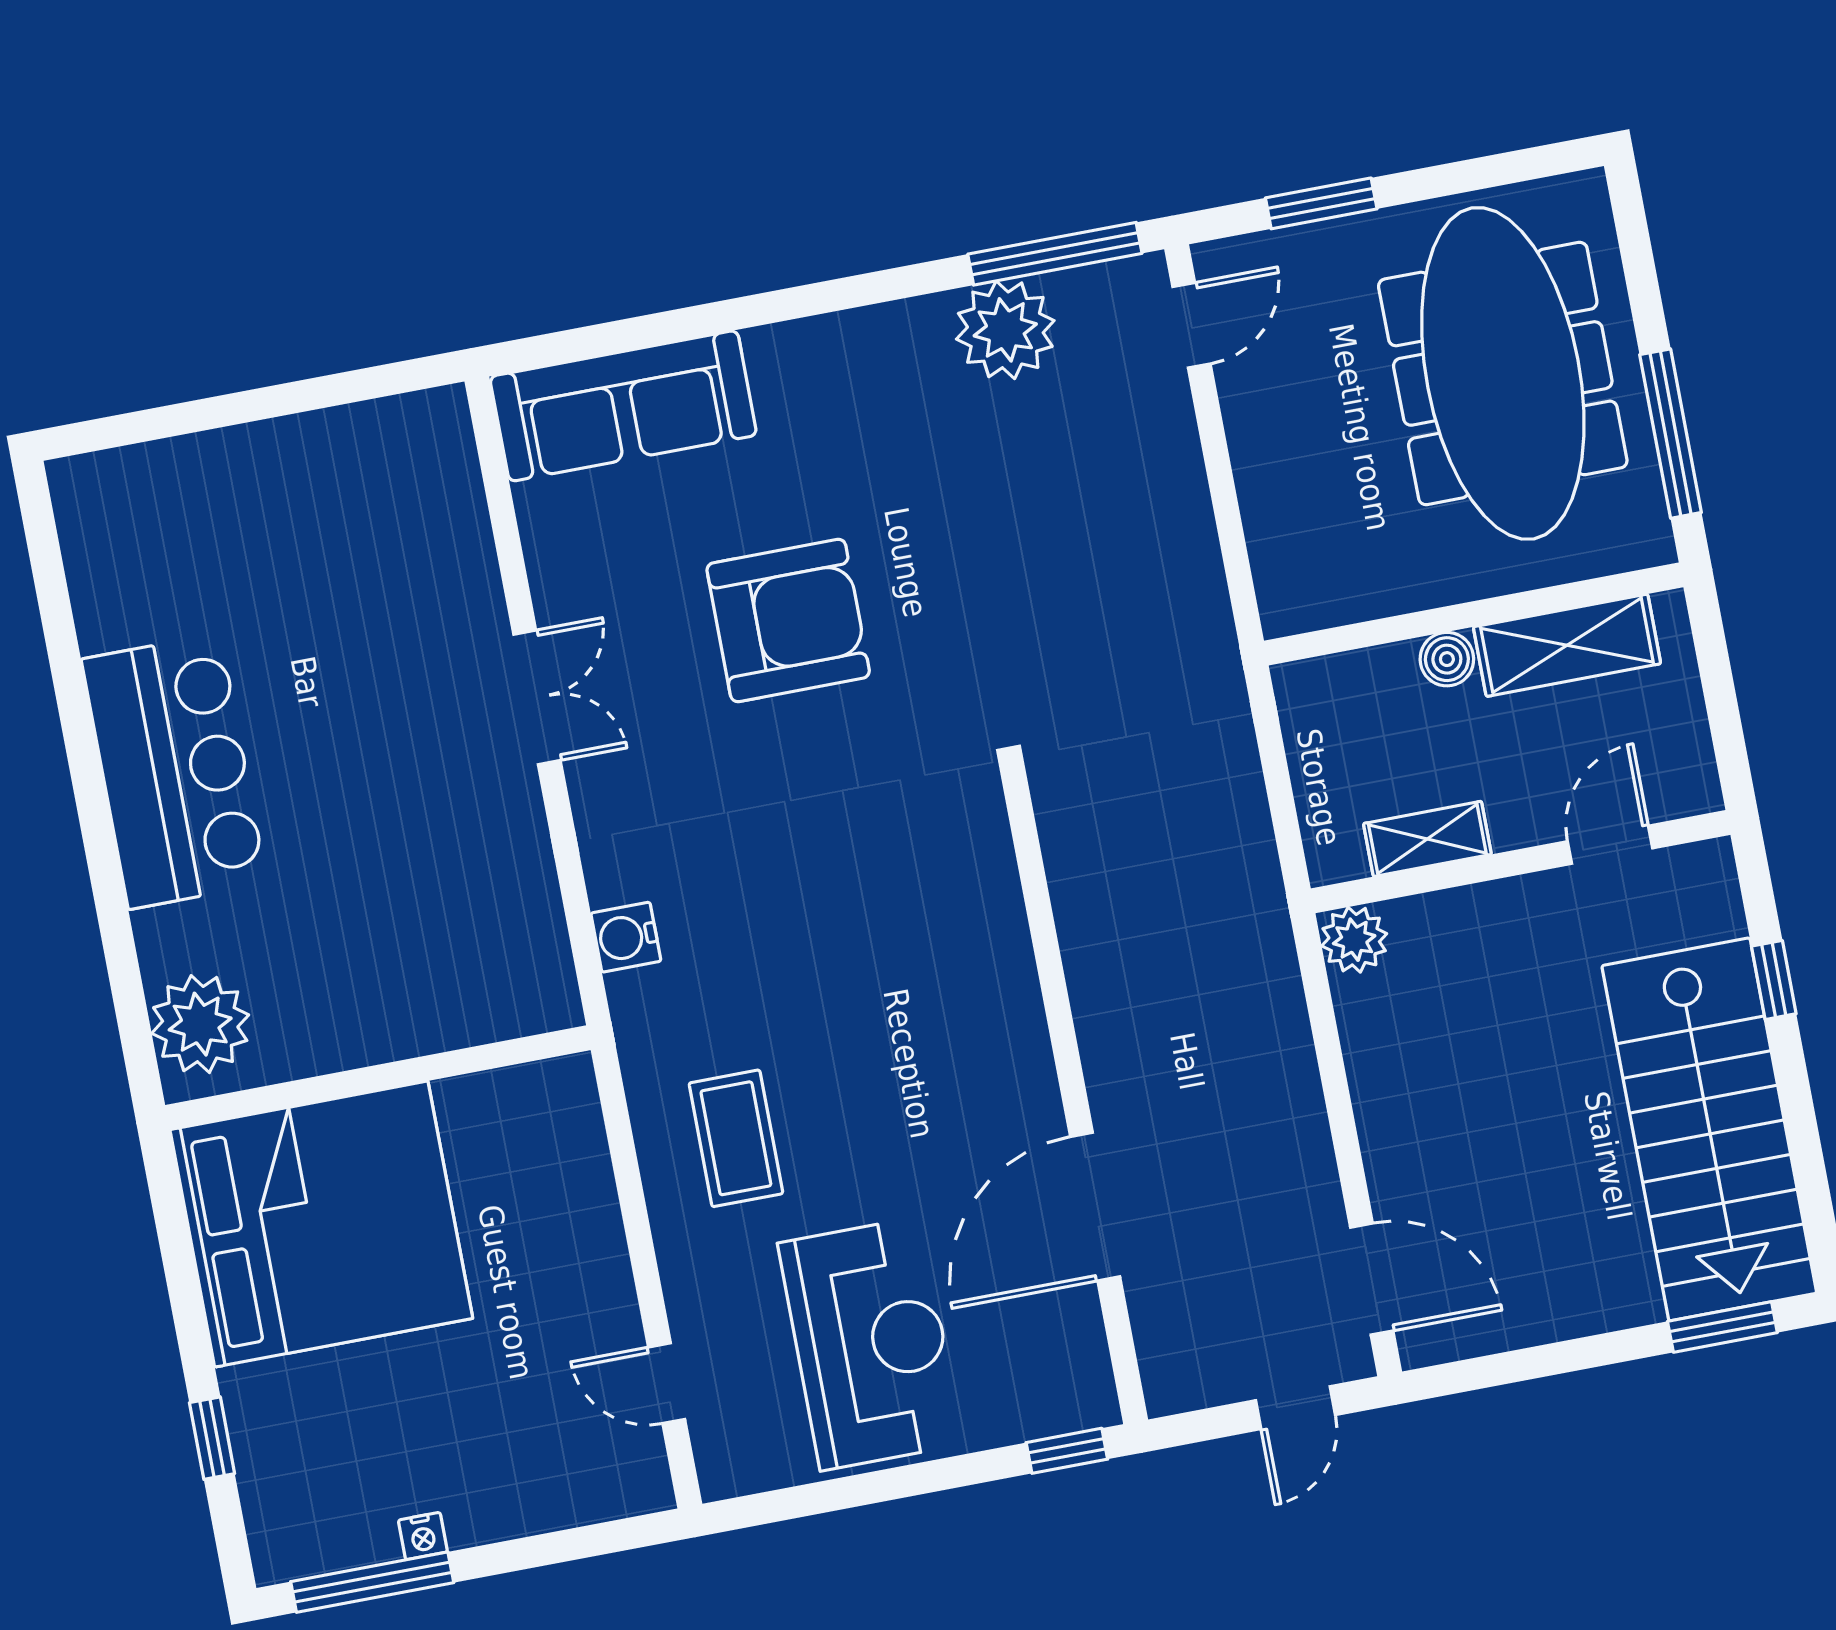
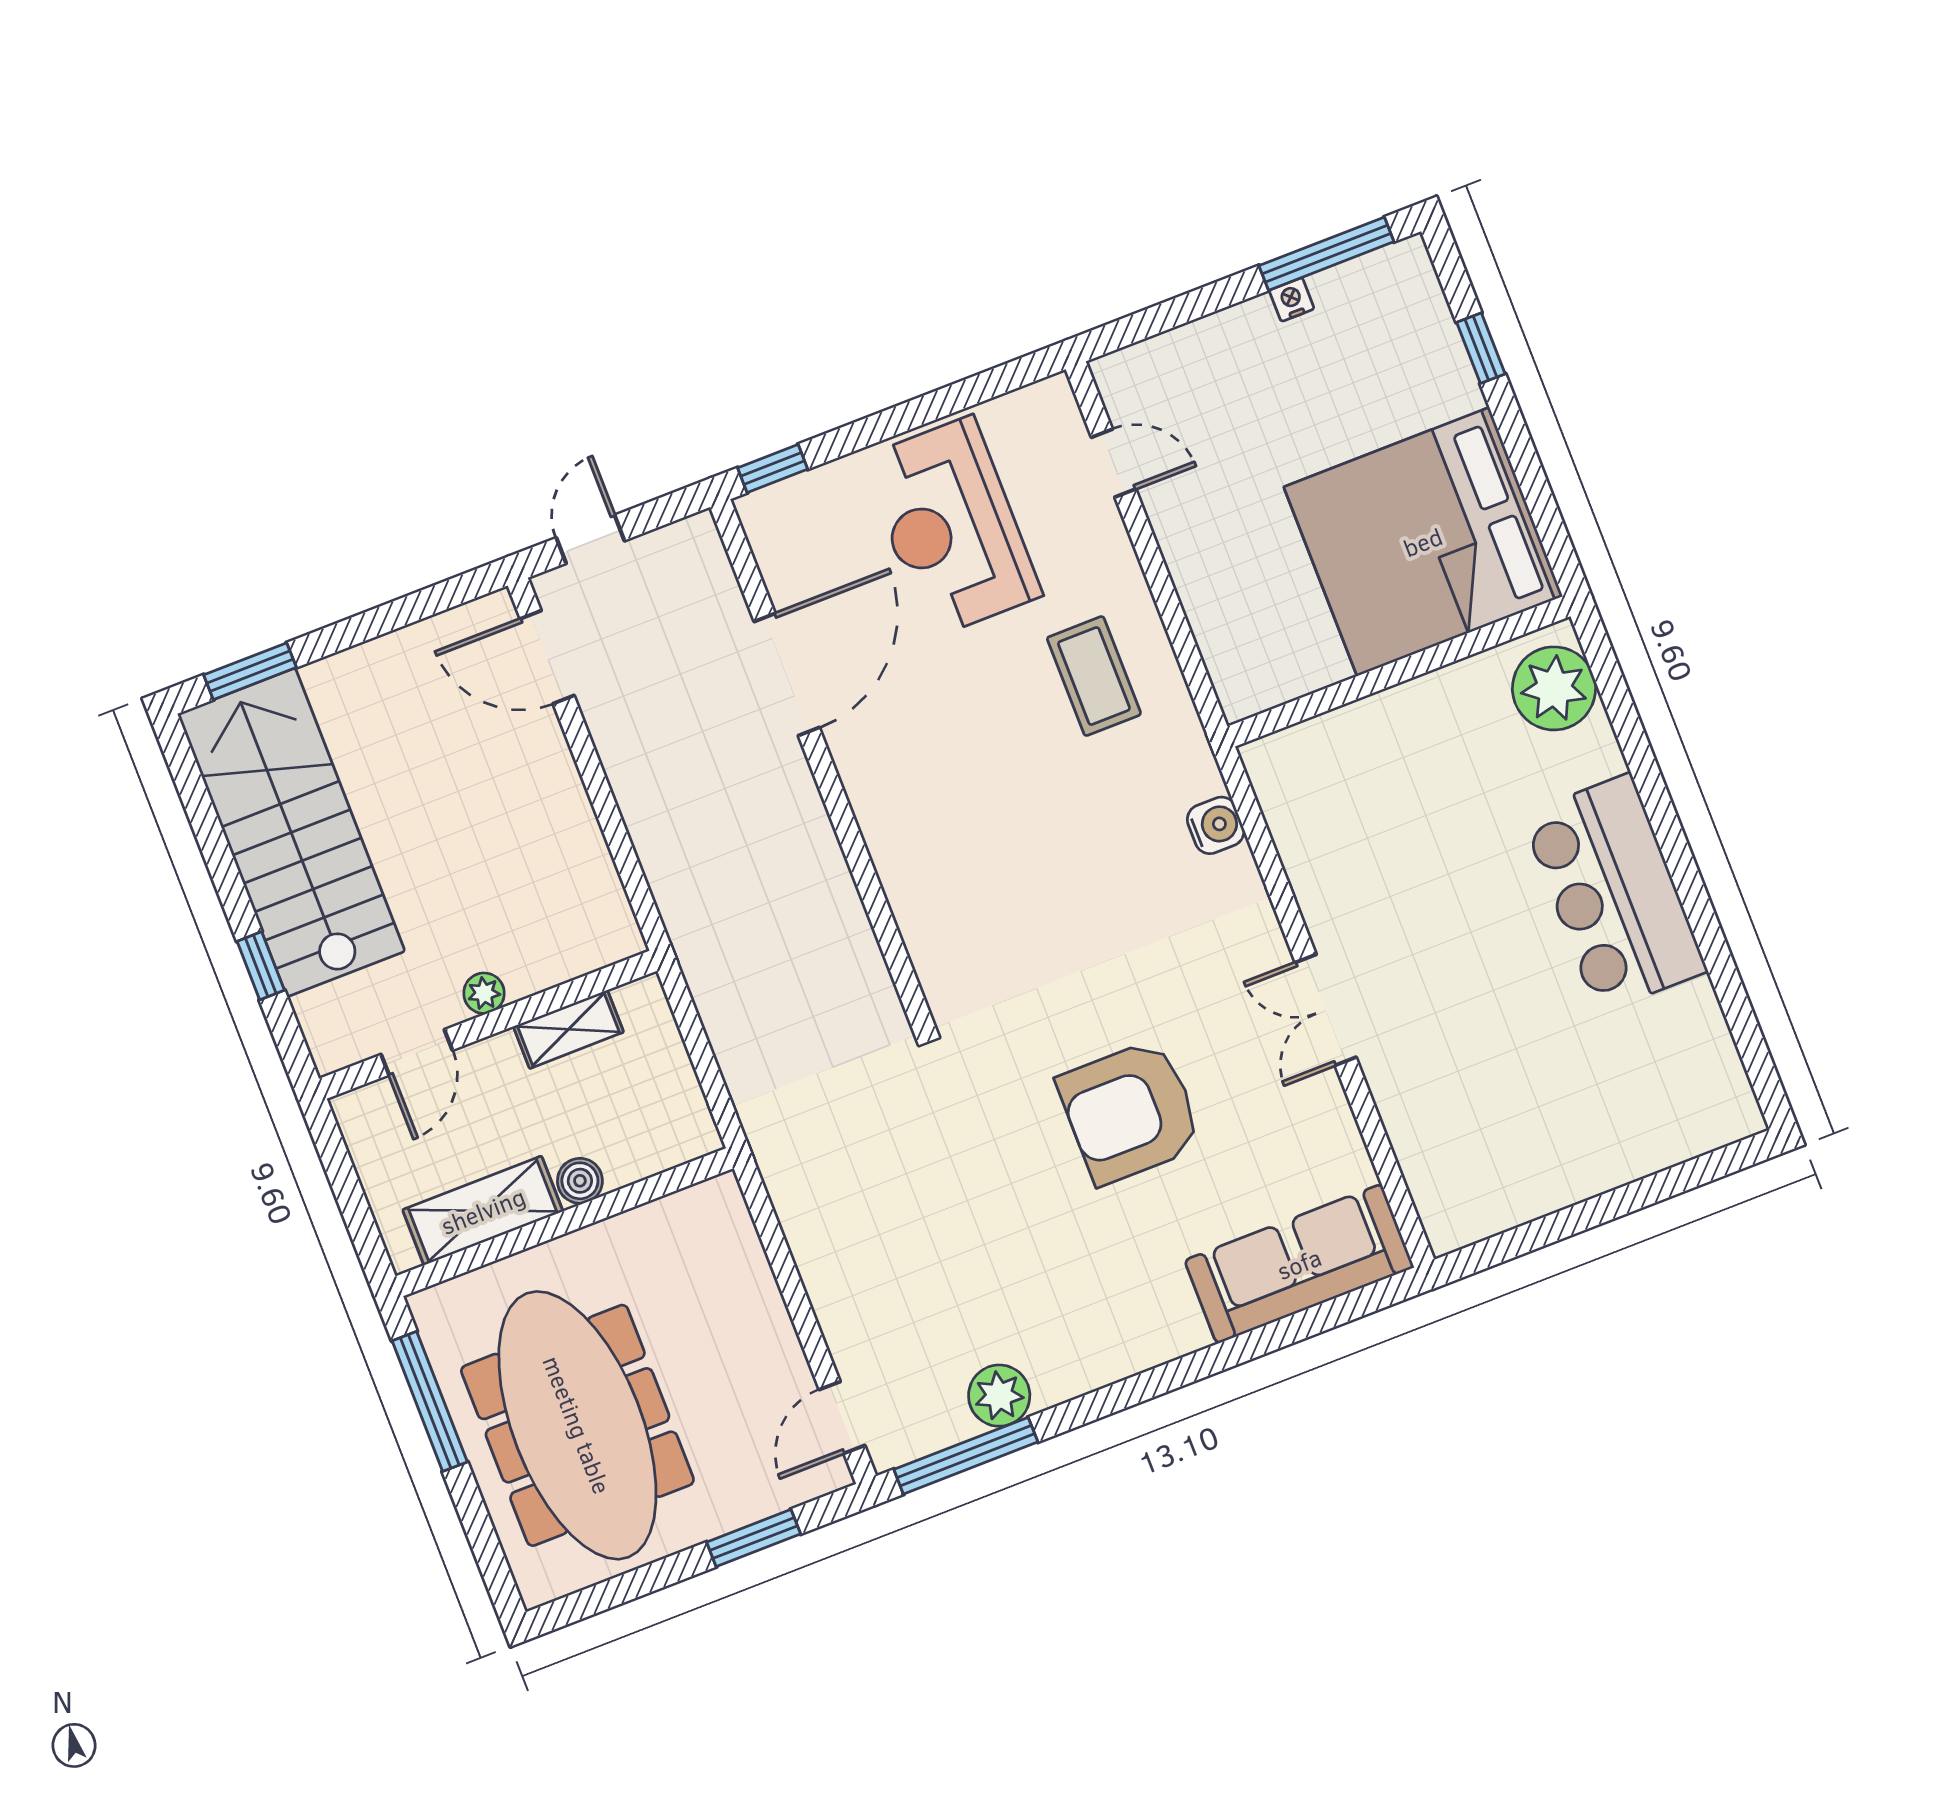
plant: (1005, 330) -> (999, 1396), width x0.73, depth x0.73
plant: (1354, 940) -> (484, 993), moved, width x0.73, depth x0.73

